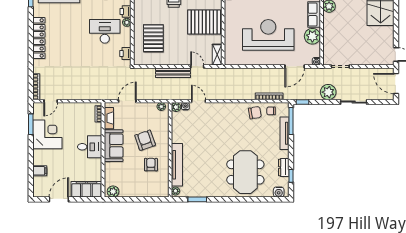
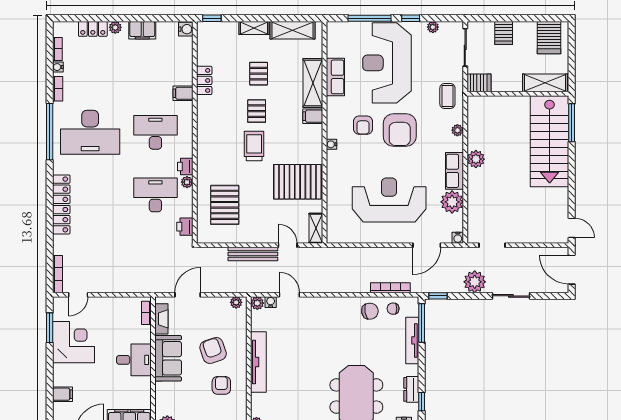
tv unit: (177, 165) -> (258, 362), moved

